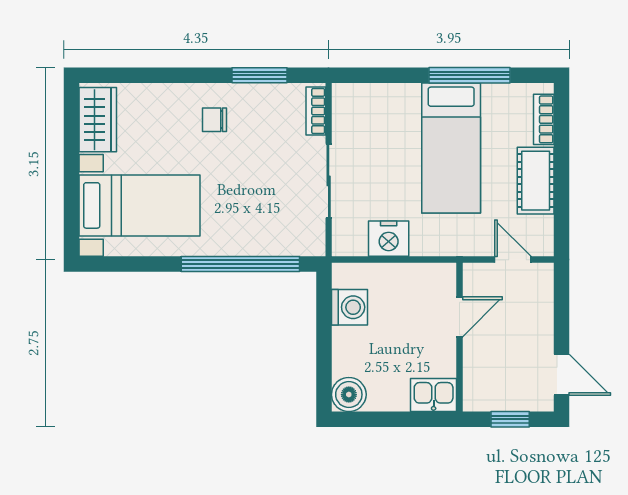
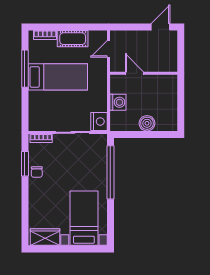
chair: (214, 120) -> (37, 172), moved
nightstand: (389, 239) -> (99, 121), moved
washing machine: (350, 307) -> (118, 102), moved, turned 90
boiler: (349, 395) -> (147, 123), moved
kitchen sink: (434, 395) -> (170, 85), removed
window: (510, 419) -> (181, 50), removed

